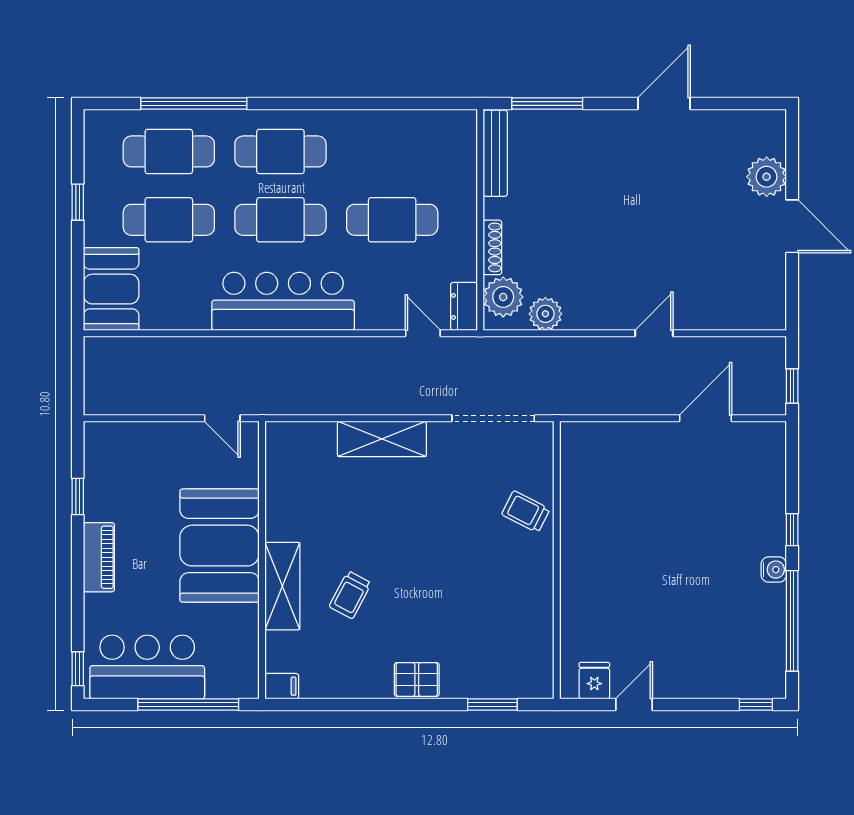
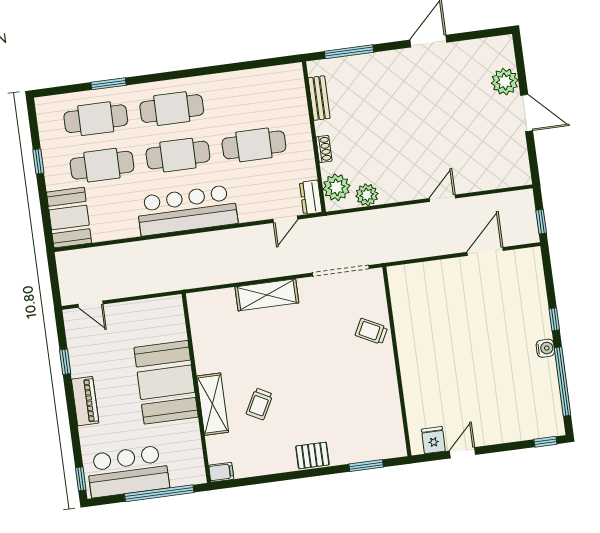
window: (194, 104) -> (108, 84), width x0.47
bench: (495, 153) -> (319, 98), width x0.73
shoe rack: (492, 247) -> (324, 149), width x0.70
door: (423, 333) -> (285, 219), swing flipped
door: (222, 418) -> (91, 304), moved

